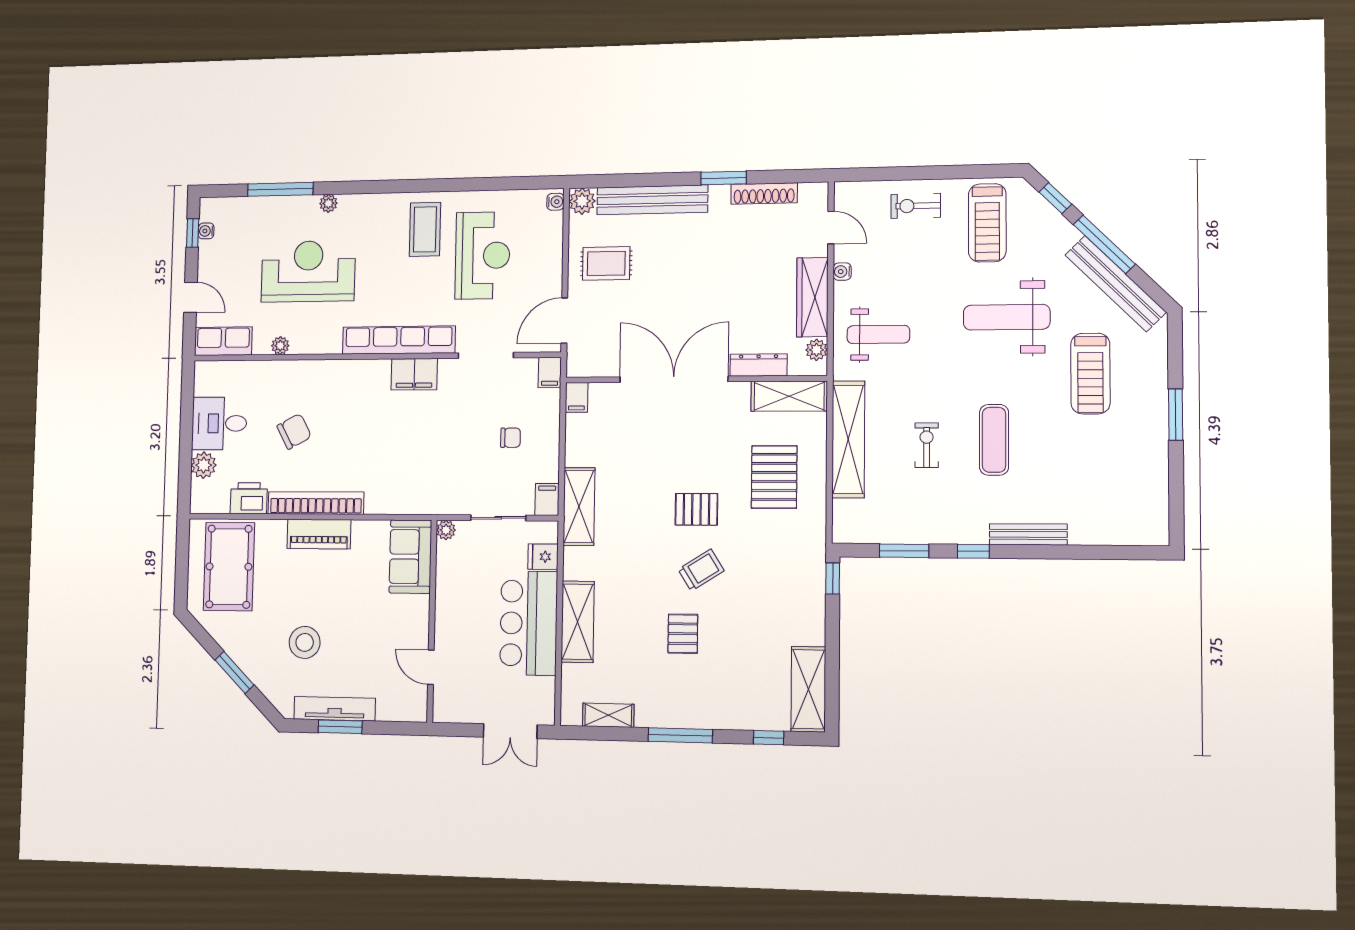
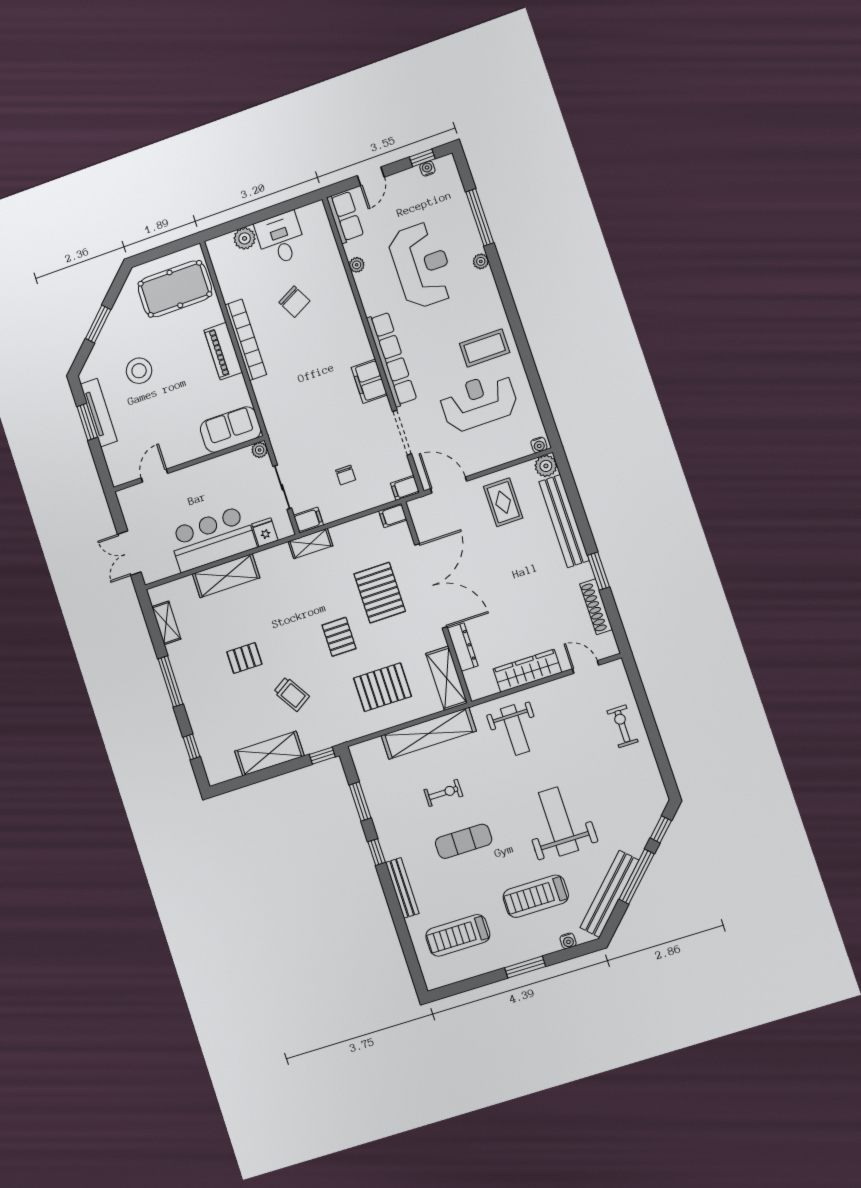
treadmill: (987, 223) -> (458, 935), moved
door: (831, 228) -> (586, 667), swing flipped
reception desk: (482, 255) -> (479, 402), turned 180
water cooler: (842, 272) -> (568, 941), moved, turned 180
plant: (817, 350) -> (488, 687), removed
pallet: (661, 443) -> (380, 593), added
printer: (249, 498) -> (232, 285), removed
shelving: (579, 507) -> (310, 544), width x0.67, depth x0.75
trolley: (701, 570) -> (292, 694), moved
shelving: (808, 689) -> (269, 754), moved

